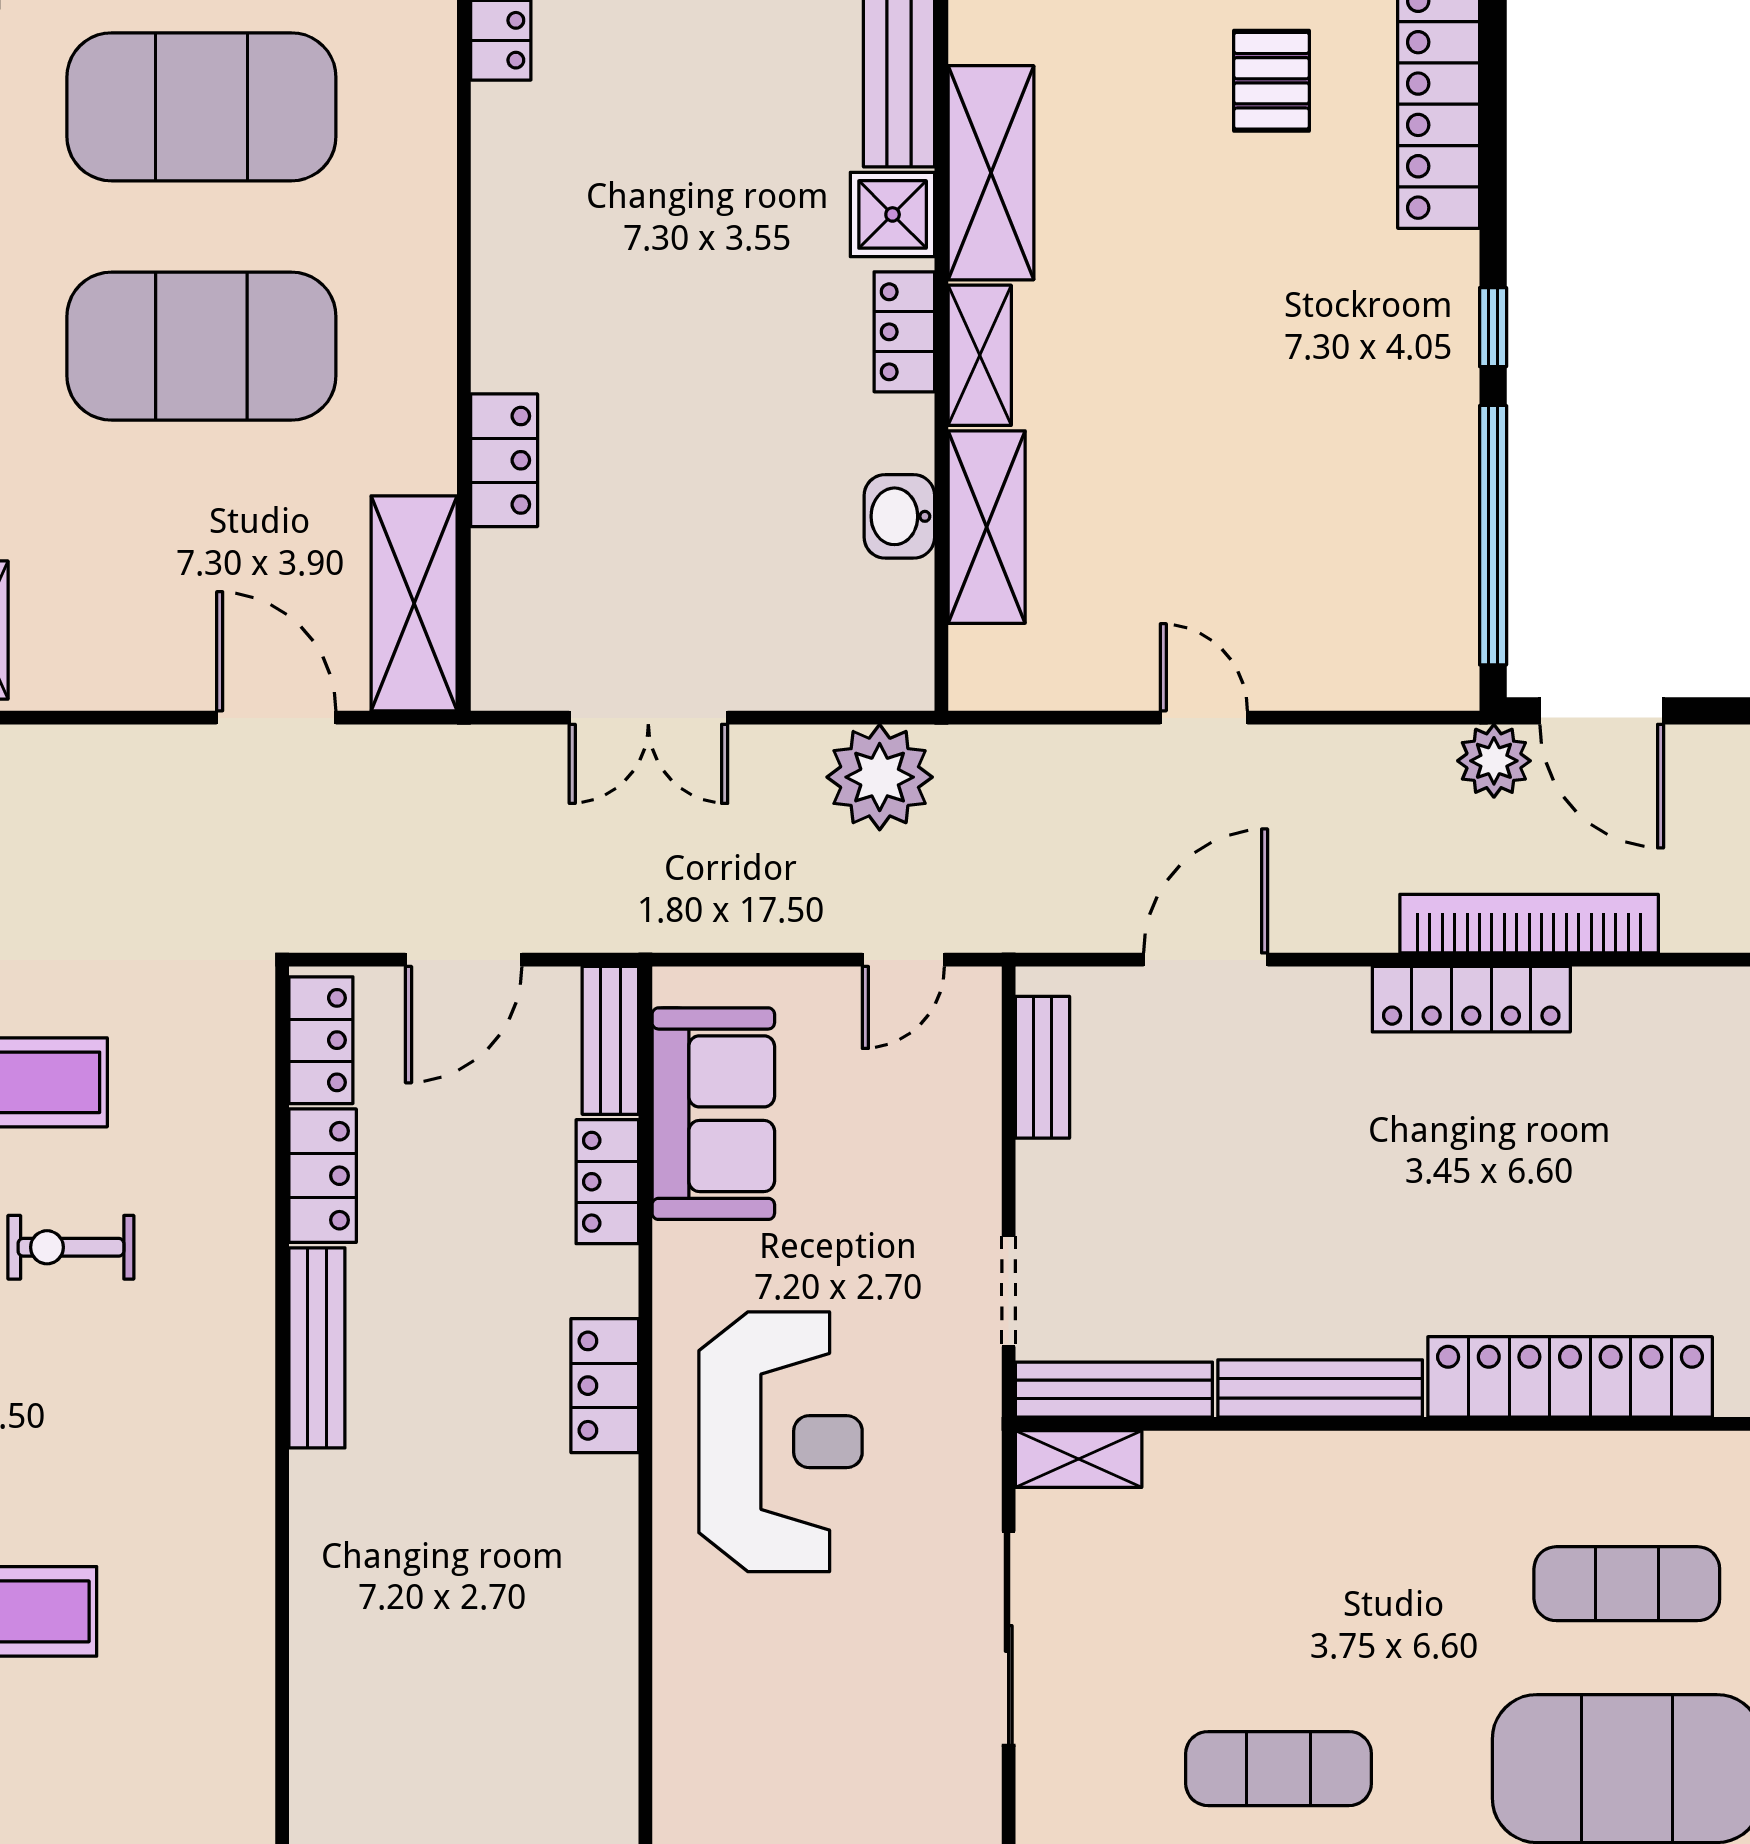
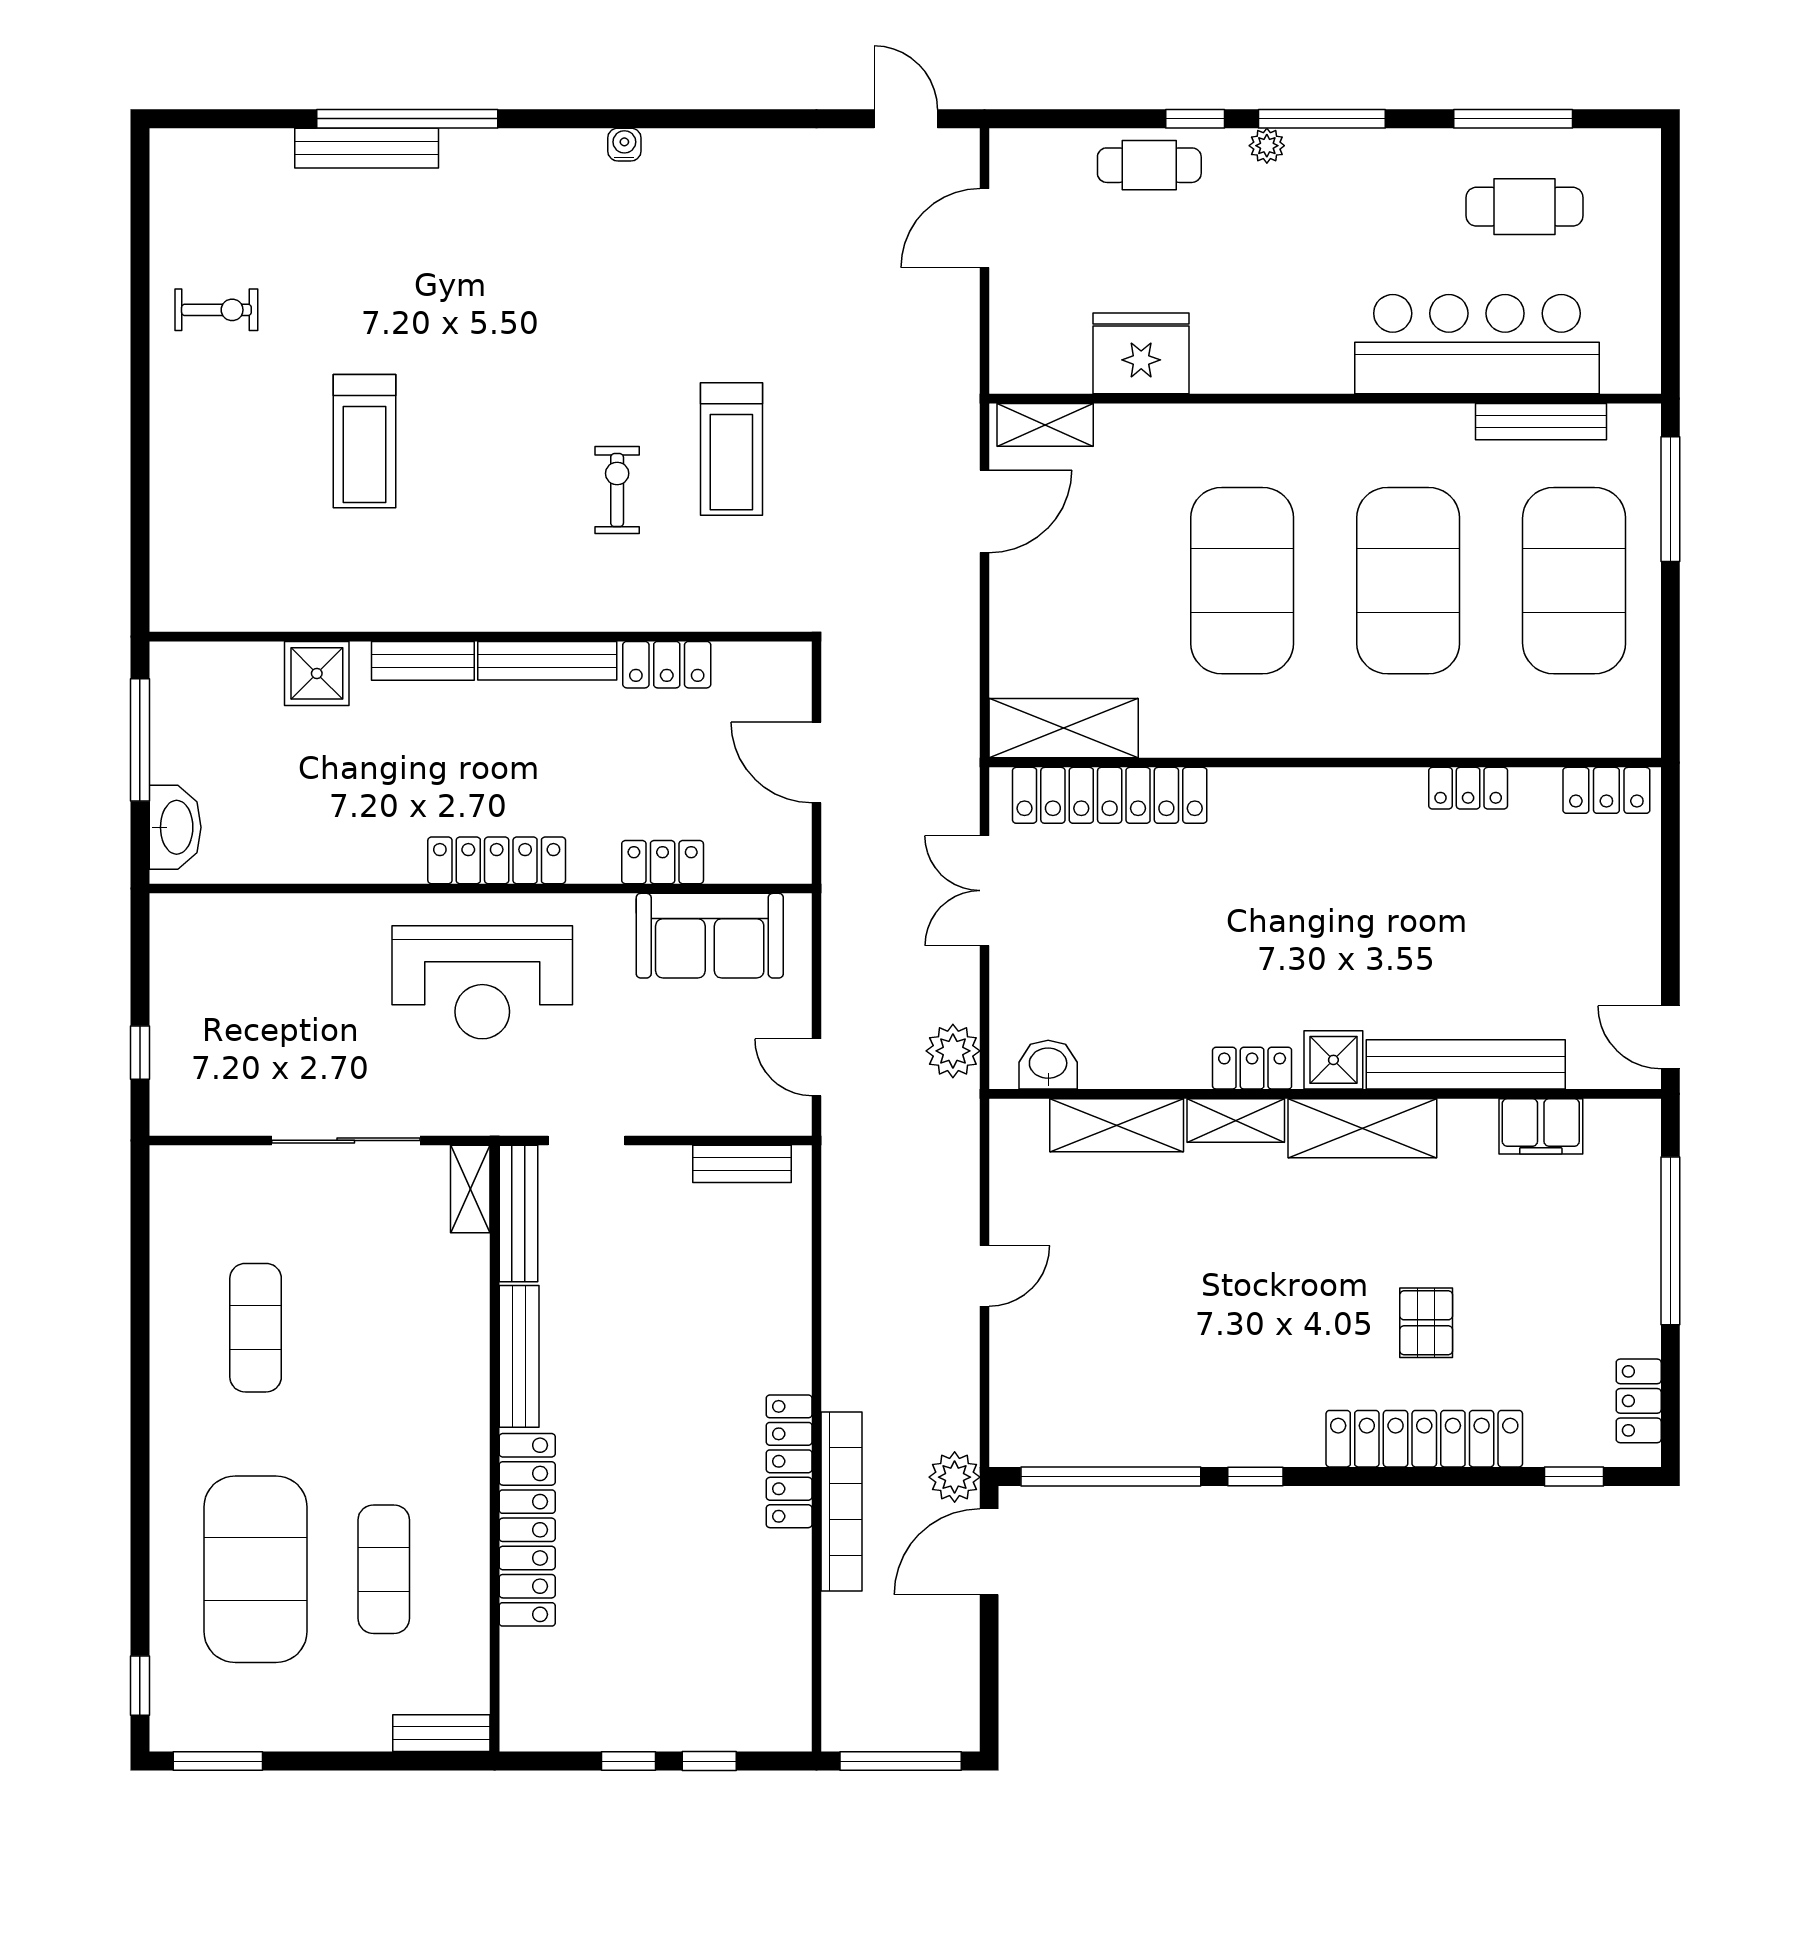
pallet: (1272, 81) -> (1426, 1323), turned 90
locker: (504, 460) -> (1110, 795), width x2.16, depth x1.21
washbasin: (899, 516) -> (1048, 1065), moved
door: (276, 718) -> (984, 511), moved
plant: (880, 777) -> (953, 1051), width x0.73, depth x0.73
door: (1206, 960) -> (817, 1277), removed
locker: (321, 1040) -> (761, 663), removed
bench: (610, 1040) -> (423, 661), moved
locker: (605, 1386) -> (497, 860), width x1.53
shower: (335, 1680) -> (317, 673), added

